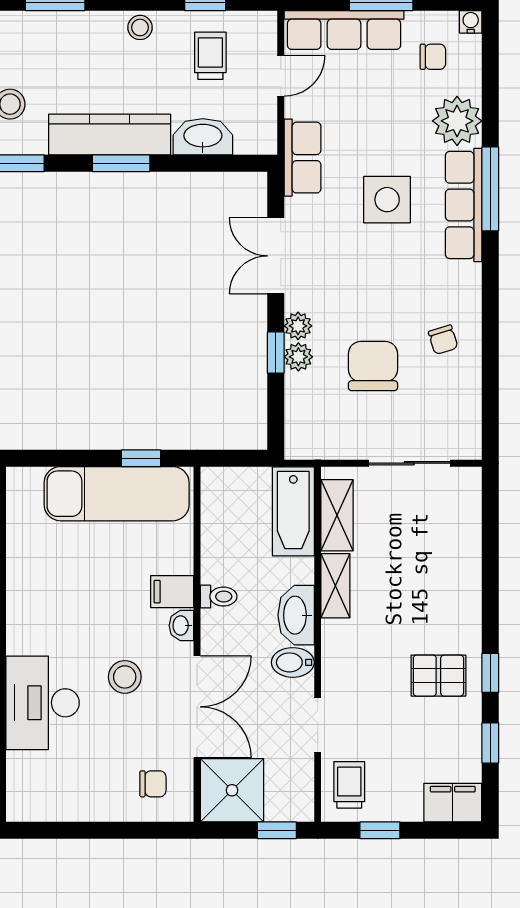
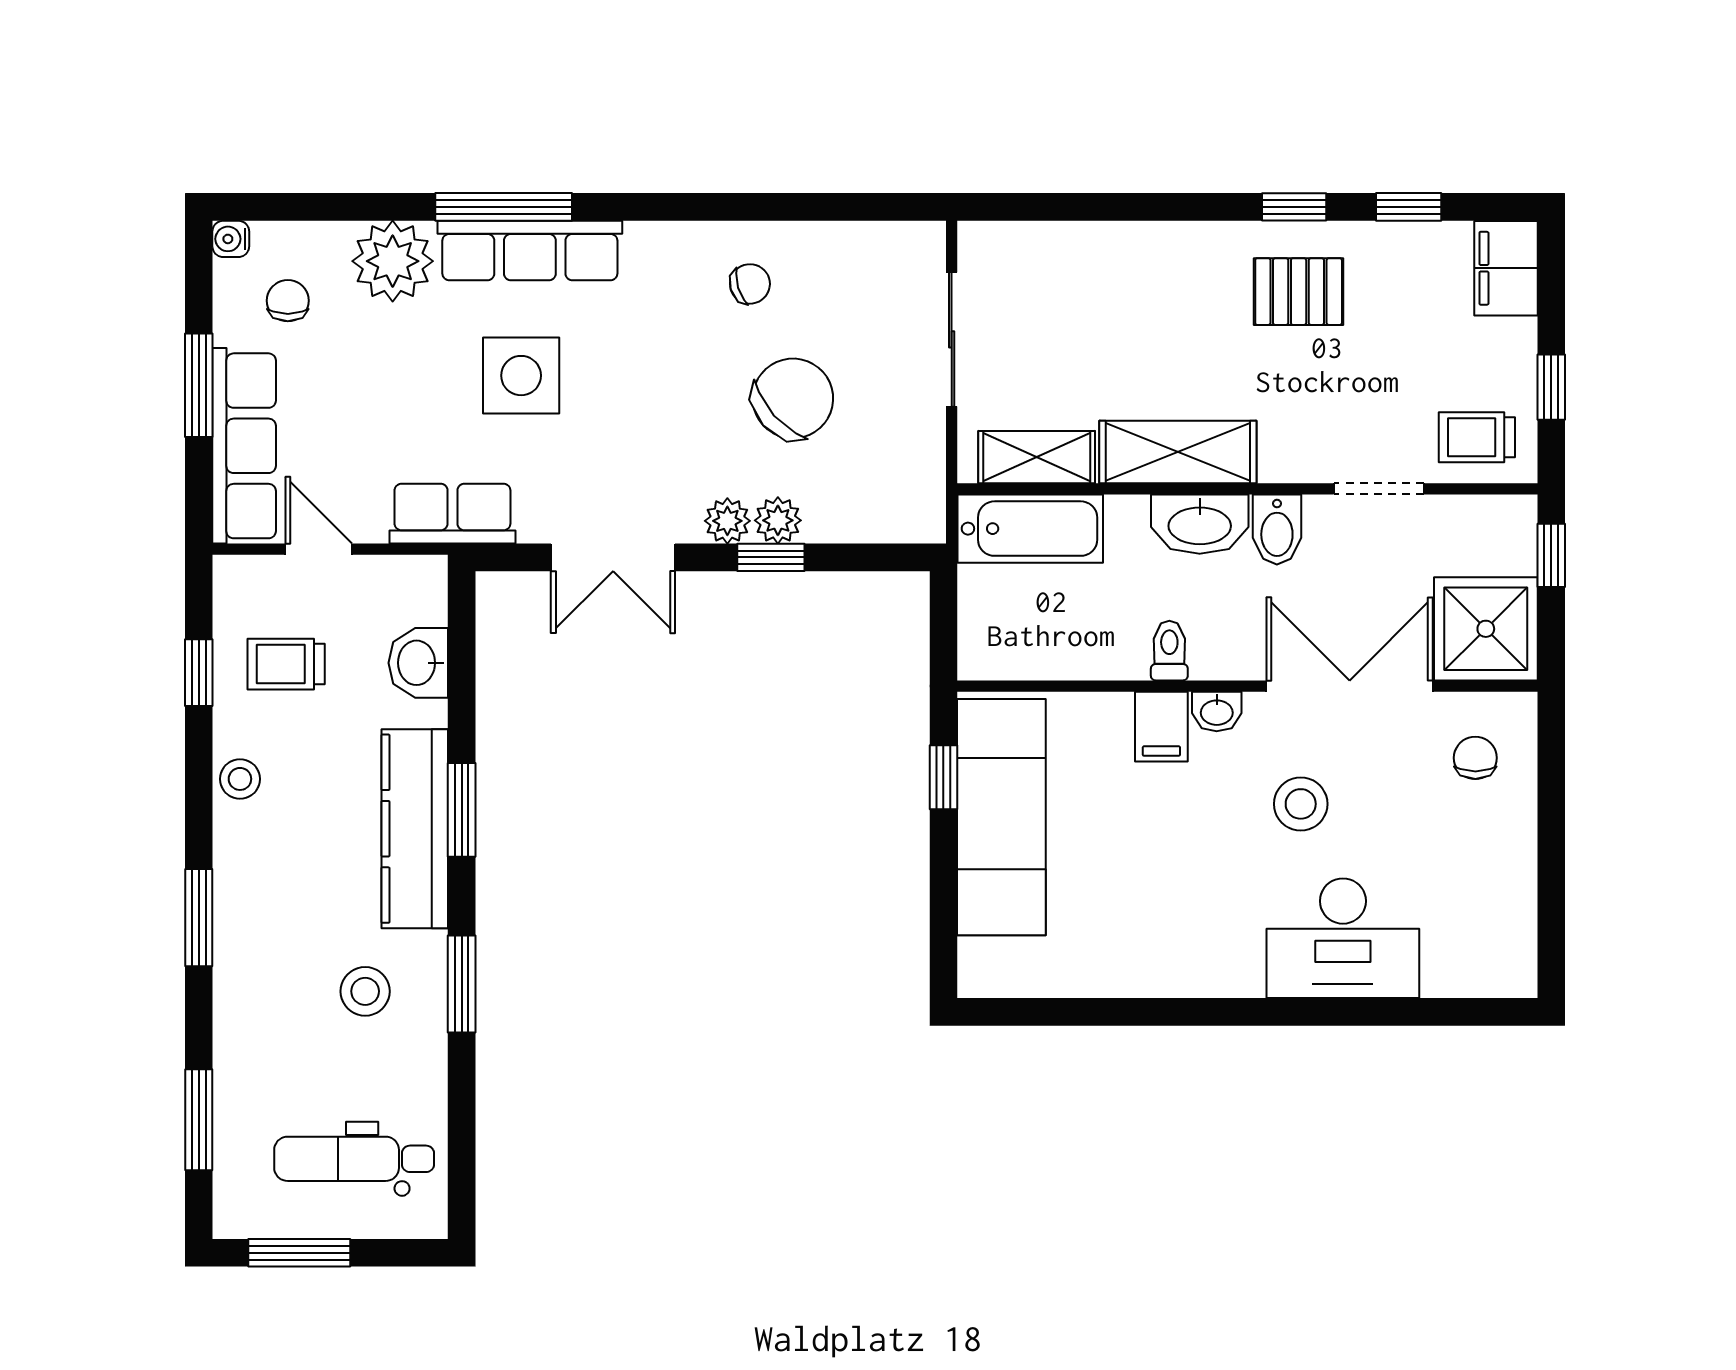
washbasin: (203, 137) -> (418, 663), width x0.72
chair: (373, 366) -> (793, 398), turned 138
shelving: (335, 586) -> (1178, 452), width x1.50, depth x1.33
pallet: (438, 676) -> (1299, 292), turned 90

